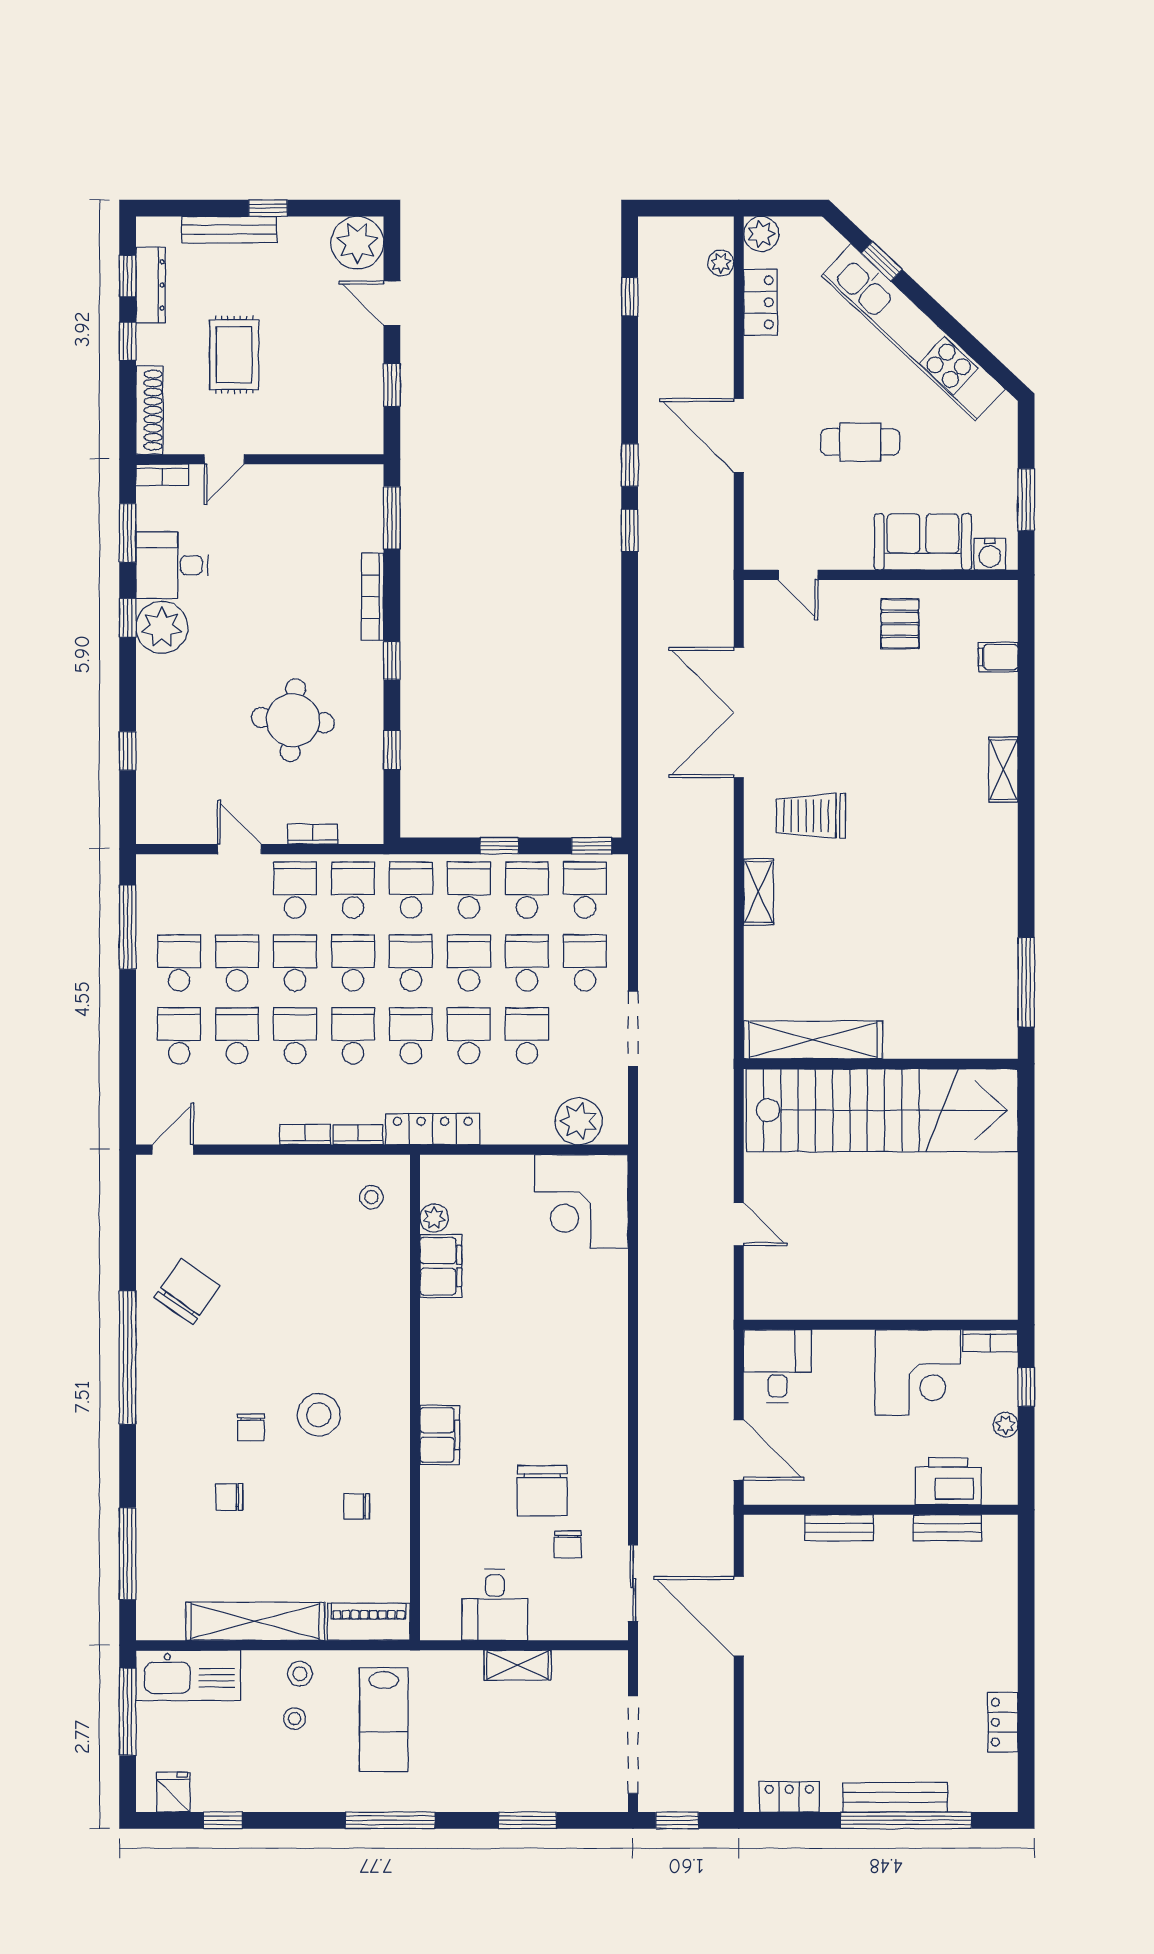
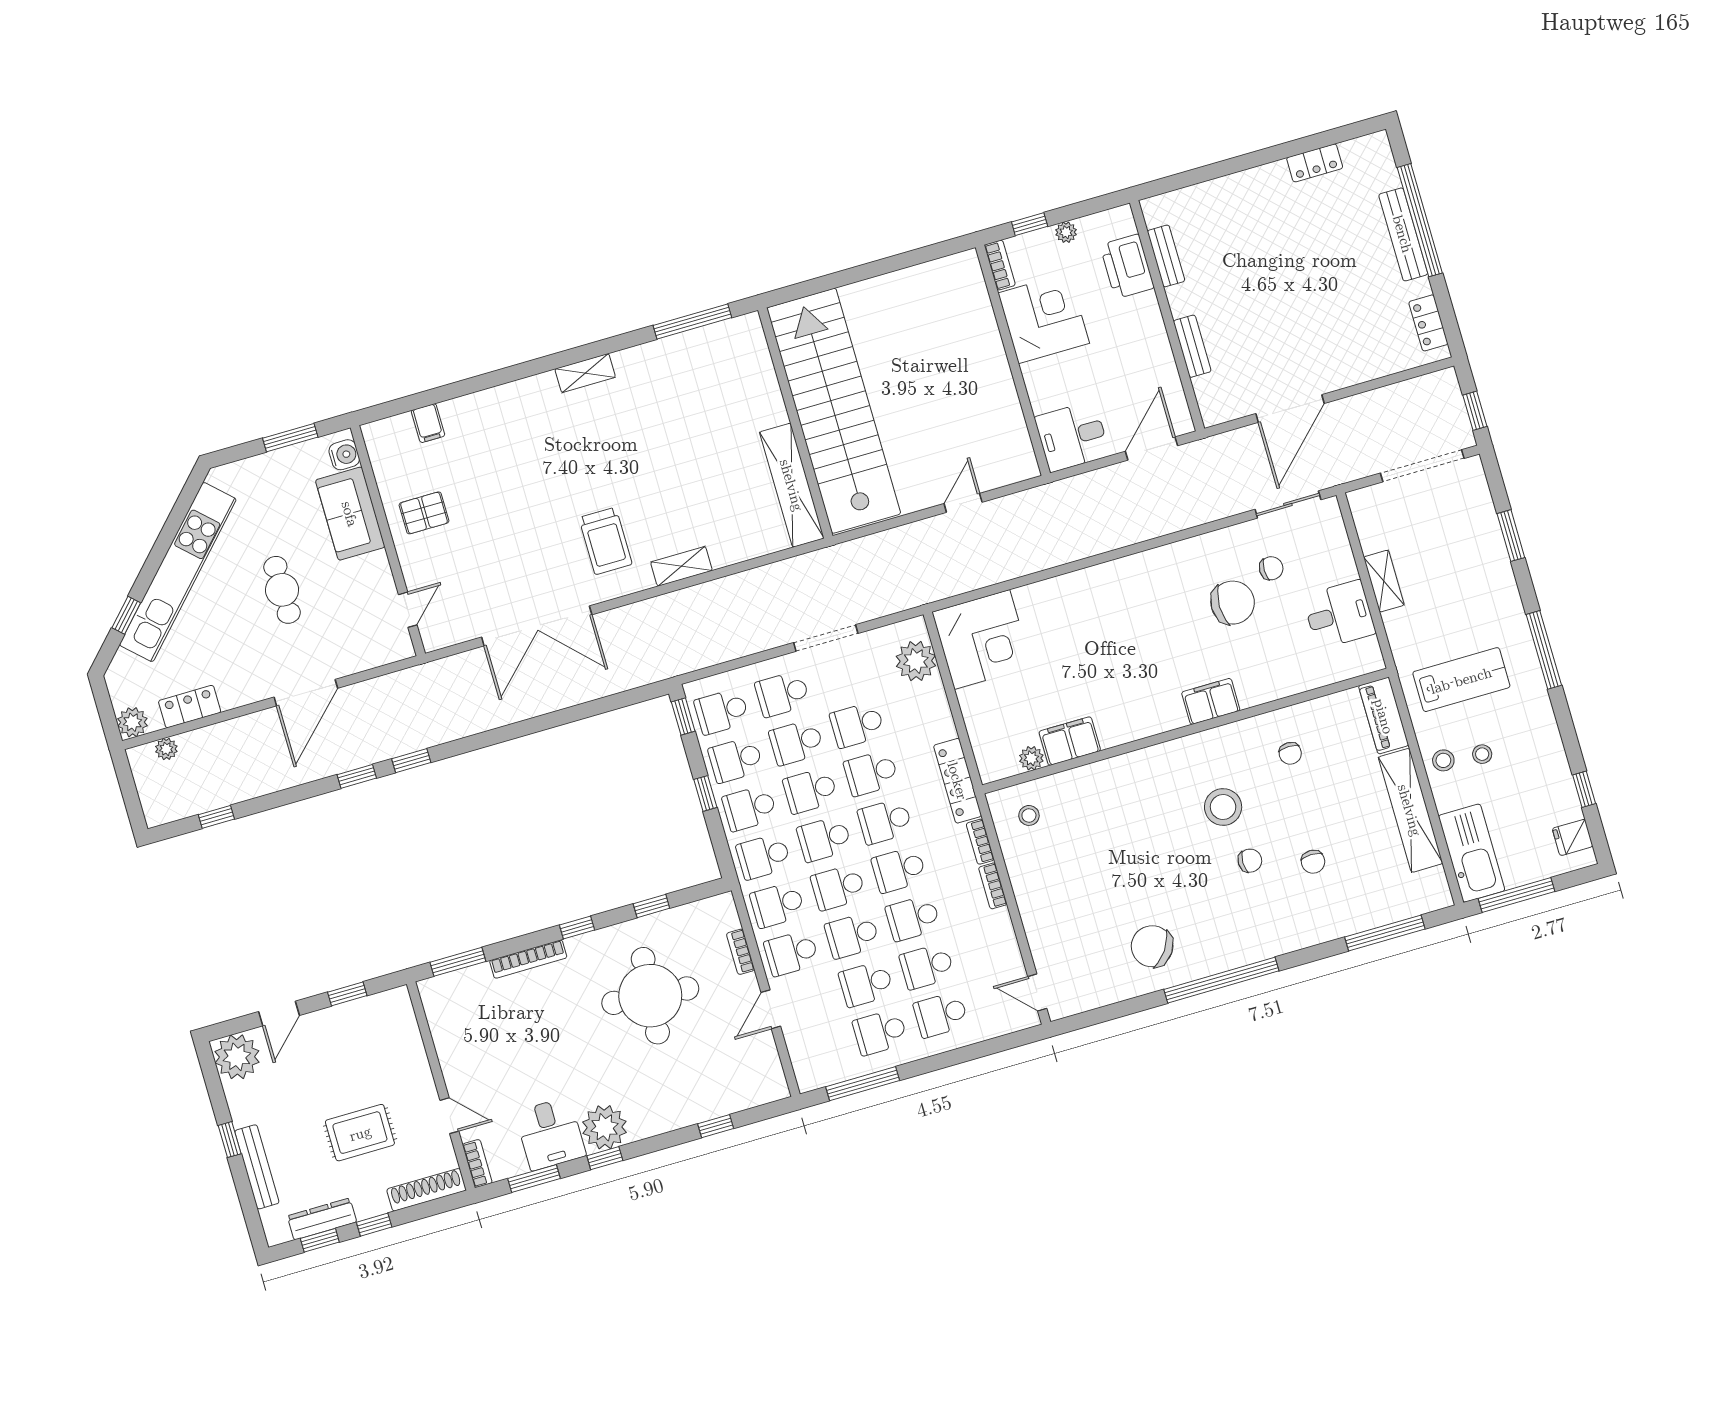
round table: (293, 720) -> (650, 996), width x1.36, depth x1.36
shelving: (1003, 770) -> (585, 373), moved

